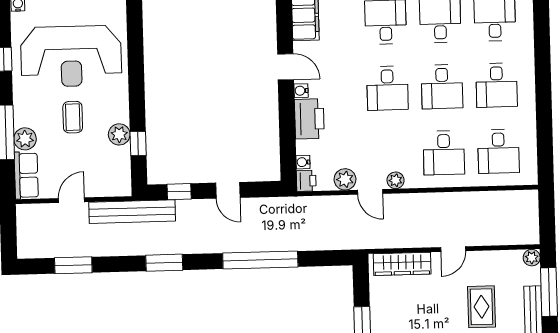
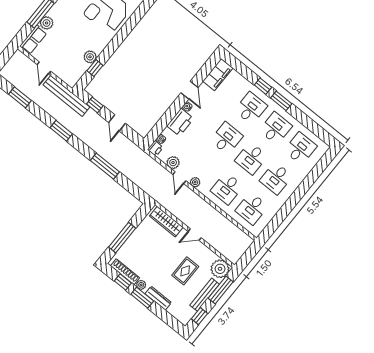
desk: (387, 88) -> (226, 138), turned 180
coffee table: (73, 117) -> (76, 31), removed
door: (72, 200) -> (44, 68), swing flipped
plant: (532, 258) -> (220, 269), width x1.87, depth x1.87
window: (260, 260) -> (105, 166), width x0.68

